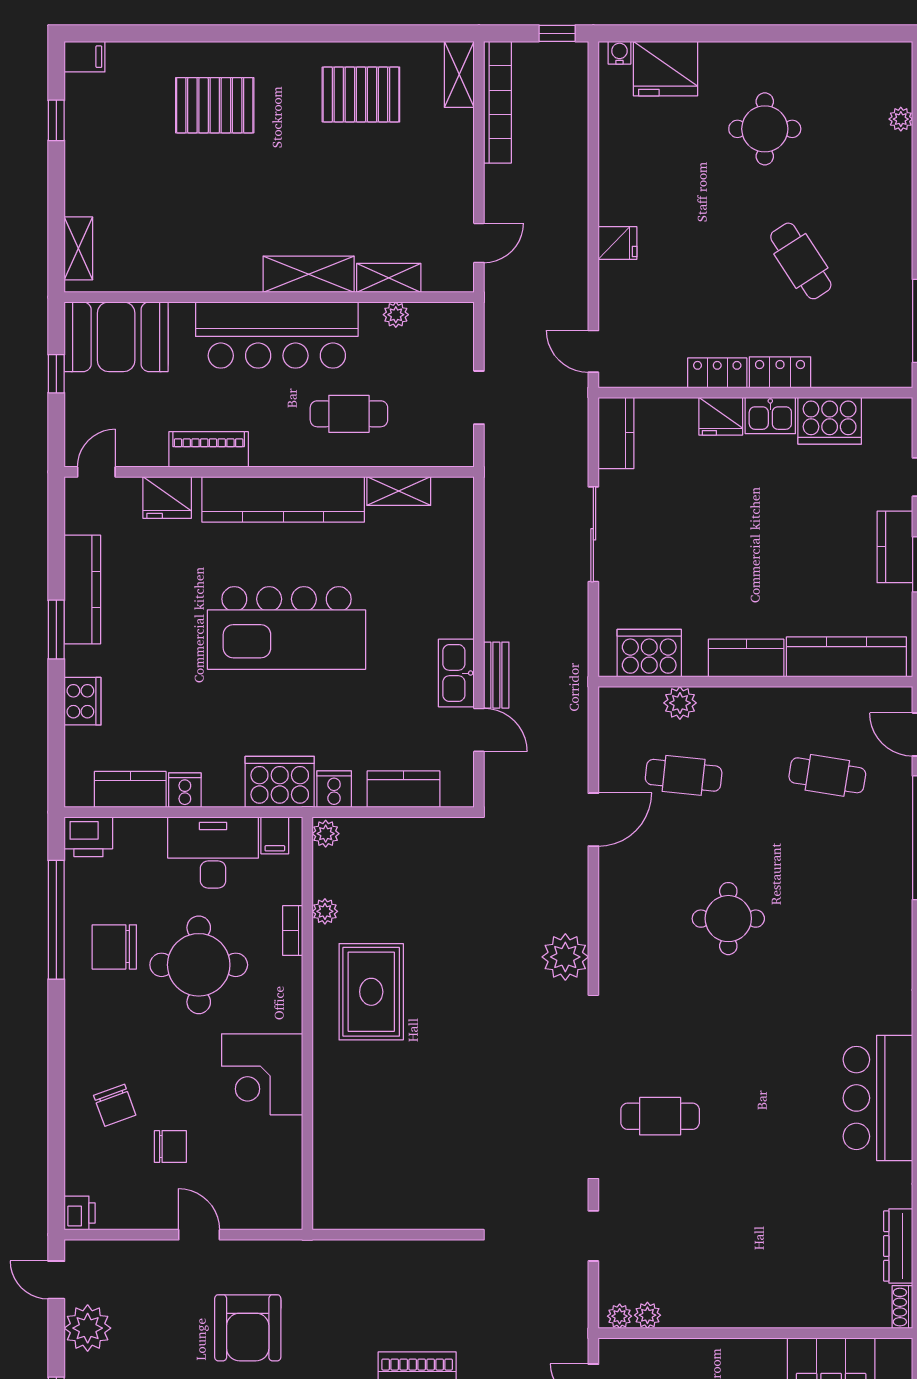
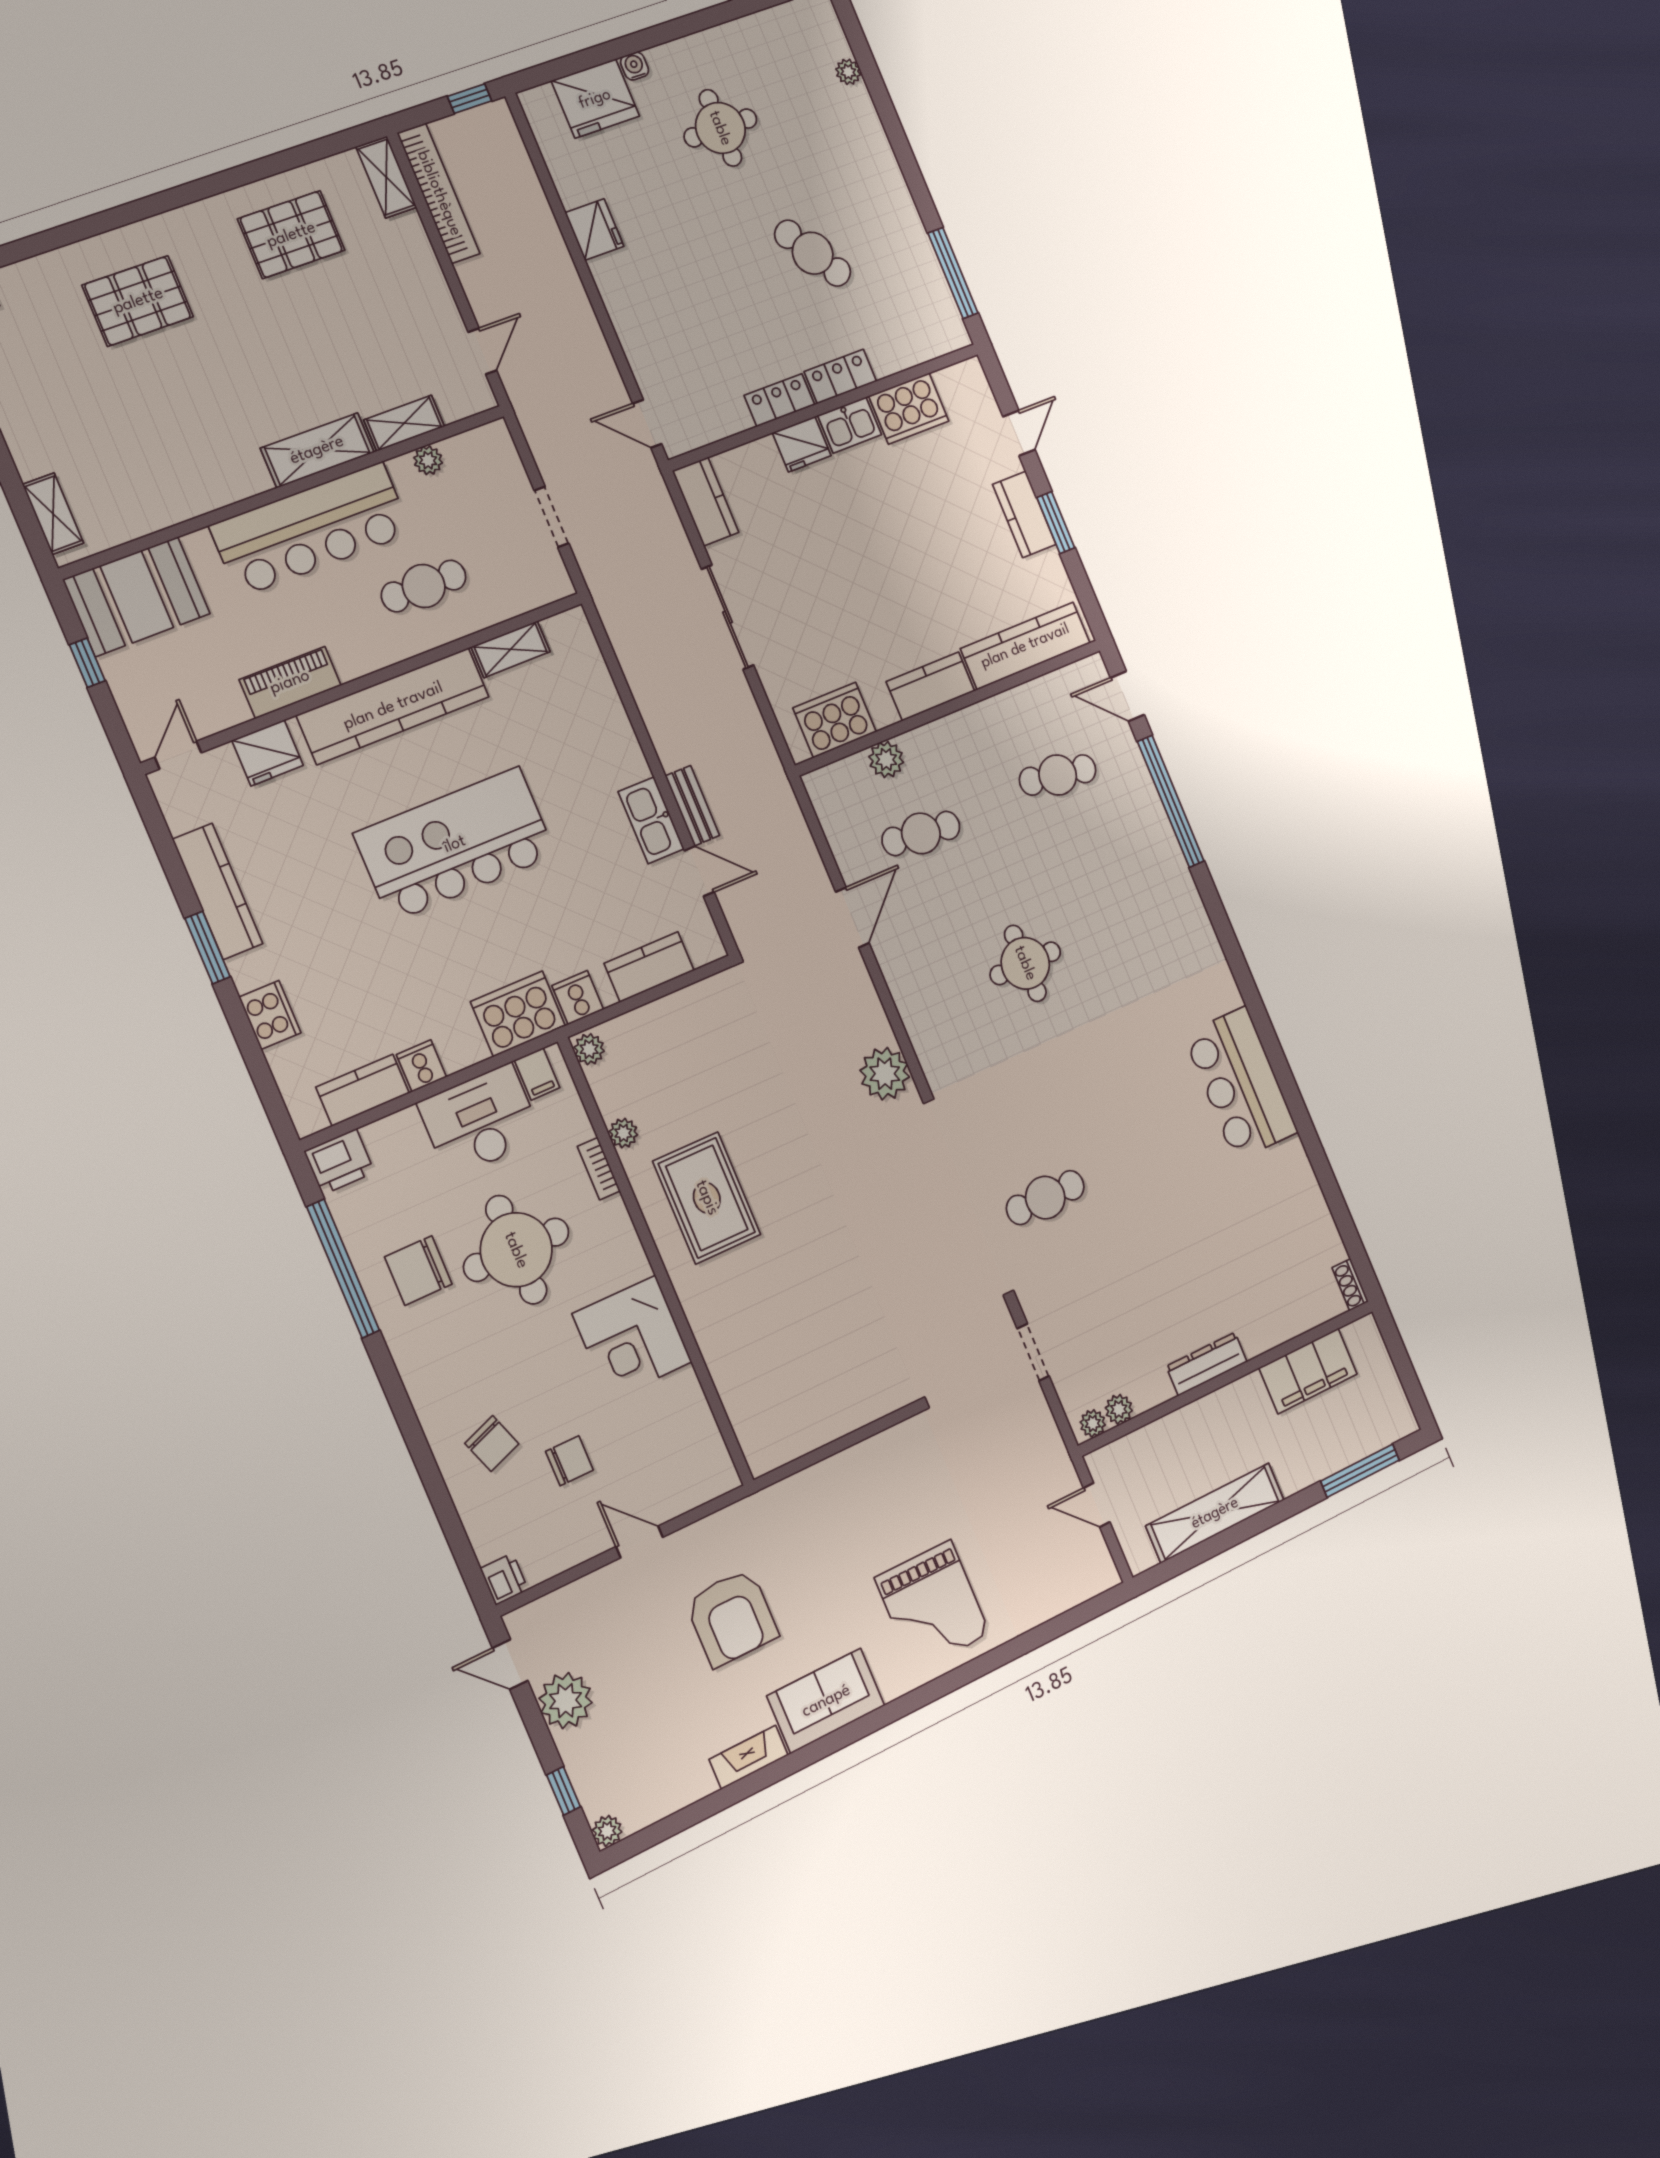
water cooler: (619, 53) -> (635, 66), moved
fridge: (618, 243) -> (594, 230), moved, width x1.38
kitchen island: (286, 628) -> (455, 844), turned 180
dresser: (898, 1246) -> (1207, 1364), moved, turned 90

